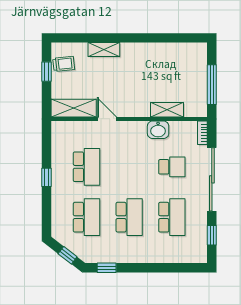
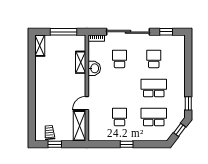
shelving: (104, 50) -> (40, 46), moved
school desk: (86, 167) -> (120, 117), width x0.54
school desk: (172, 217) -> (154, 59), width x0.54

